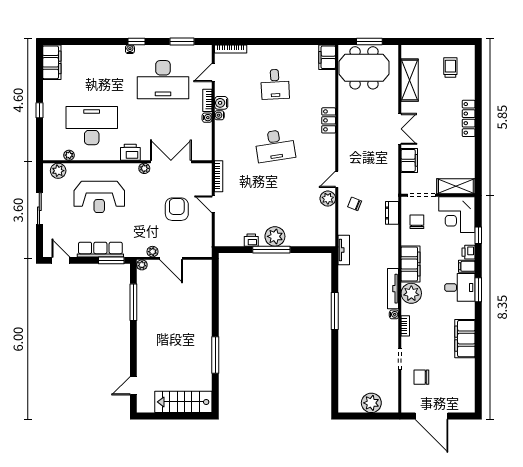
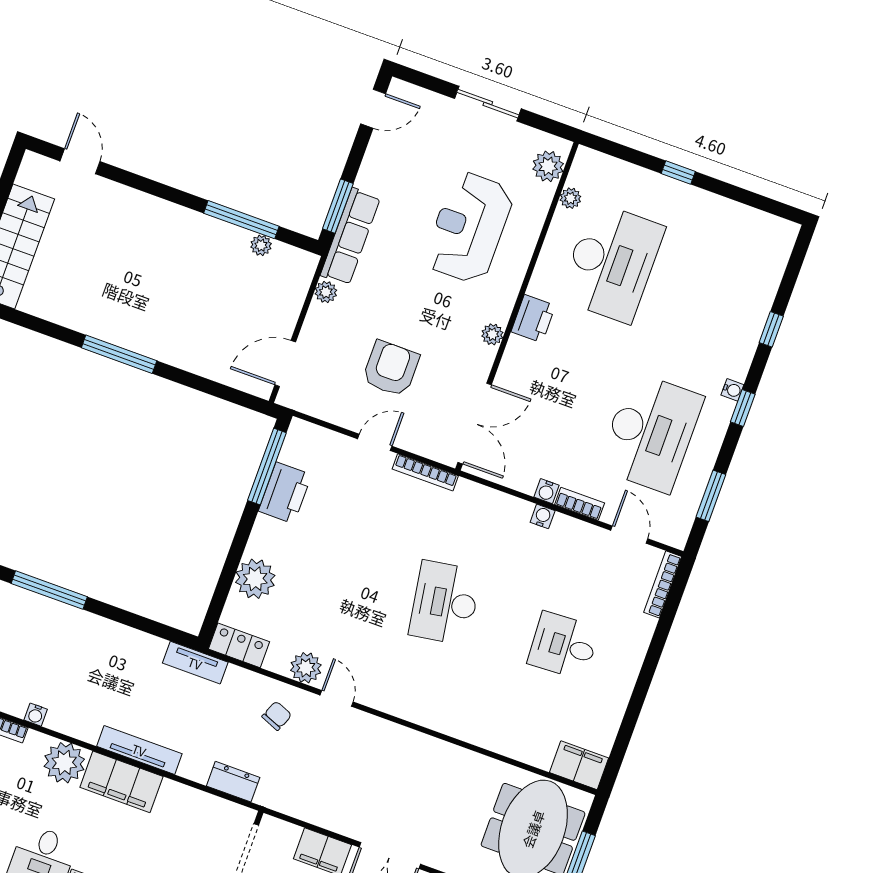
window: (96, 42) -> (771, 329), added
filing cabinet: (52, 62) -> (762, 230), removed
desk: (163, 80) -> (651, 432), turned 180
water cooler: (221, 103) -> (565, 529), removed
locker: (329, 120) -> (239, 645), moved
double door: (171, 162) -> (475, 424), moved
armchair: (177, 209) -> (391, 369), turned -90
chair: (417, 222) -> (199, 824), removed
plant: (275, 236) -> (255, 579), moved
printer: (251, 240) -> (285, 493), width x1.87, depth x1.48
row of seats: (100, 250) -> (350, 237), moved
window: (271, 250) -> (267, 467), moved
door: (171, 258) -> (285, 363), moved
plant: (142, 265) -> (261, 245), moved
tv unit: (393, 289) -> (139, 750), moved
window: (335, 311) -> (49, 590), moved
window: (215, 355) -> (119, 354), moved

